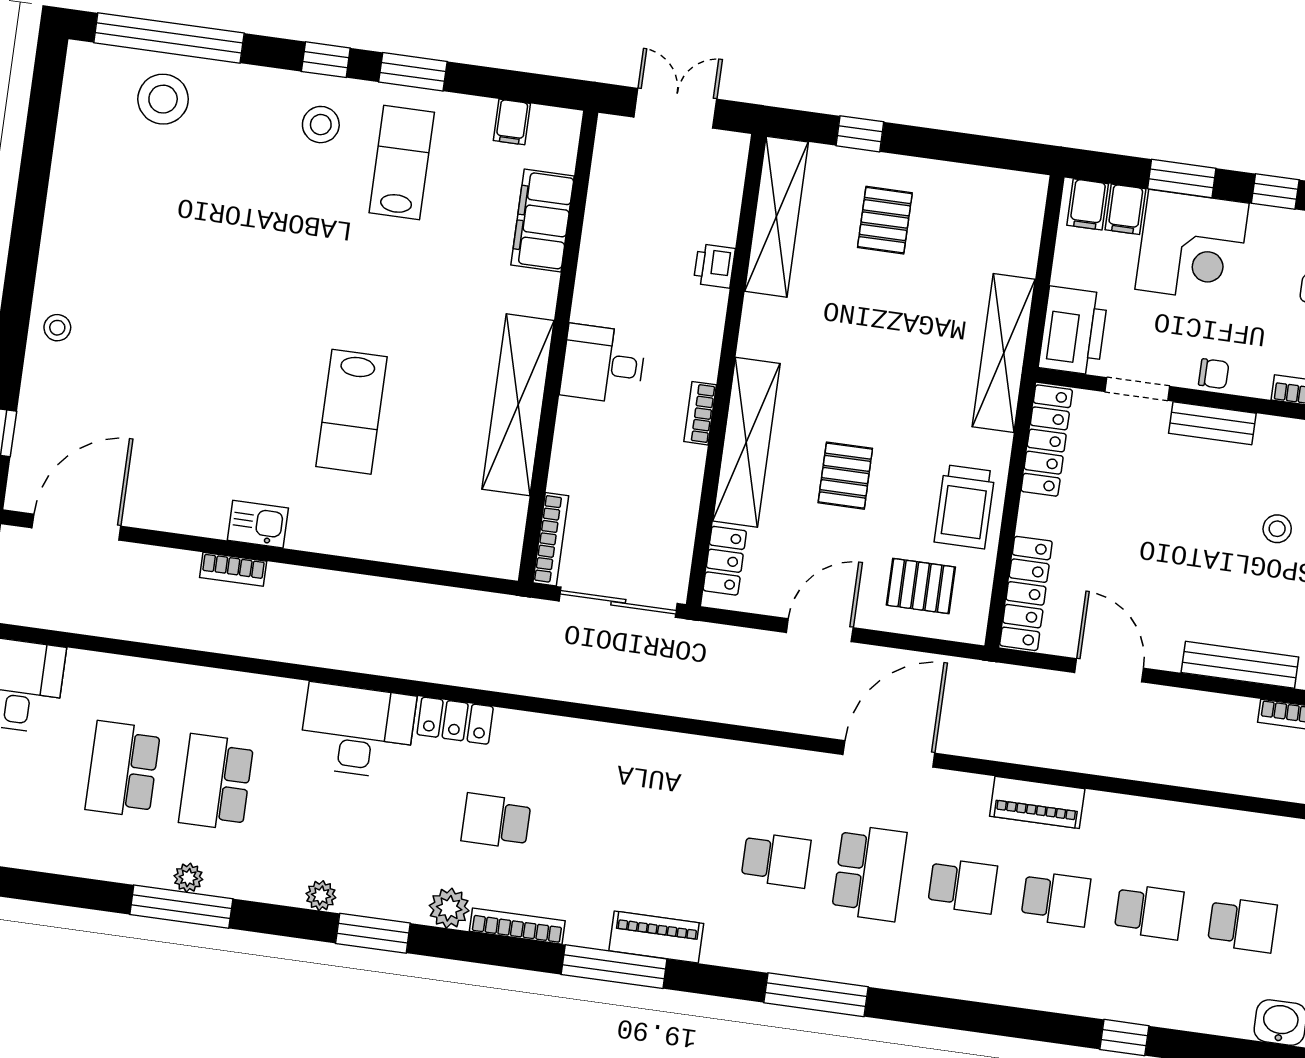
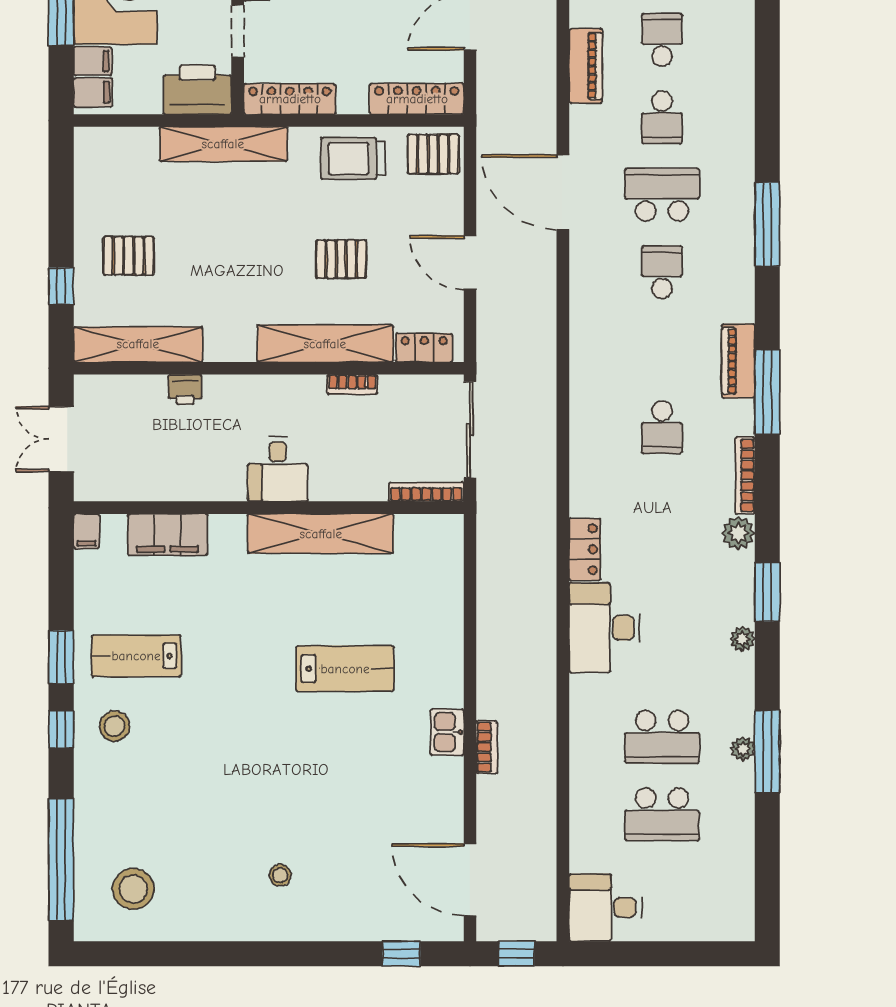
stool: (163, 99) -> (133, 889), moved
filing cabinet: (512, 122) -> (86, 531), moved, turned 90
stool: (57, 328) -> (280, 875), moved
bookcase: (700, 413) -> (352, 384), moved
trolley: (965, 507) -> (353, 159), turned 180
pallet: (921, 586) -> (433, 154), moved, turned 90
school desk: (496, 821) -> (662, 427), moved
school desk: (963, 886) -> (662, 117), turned 180

